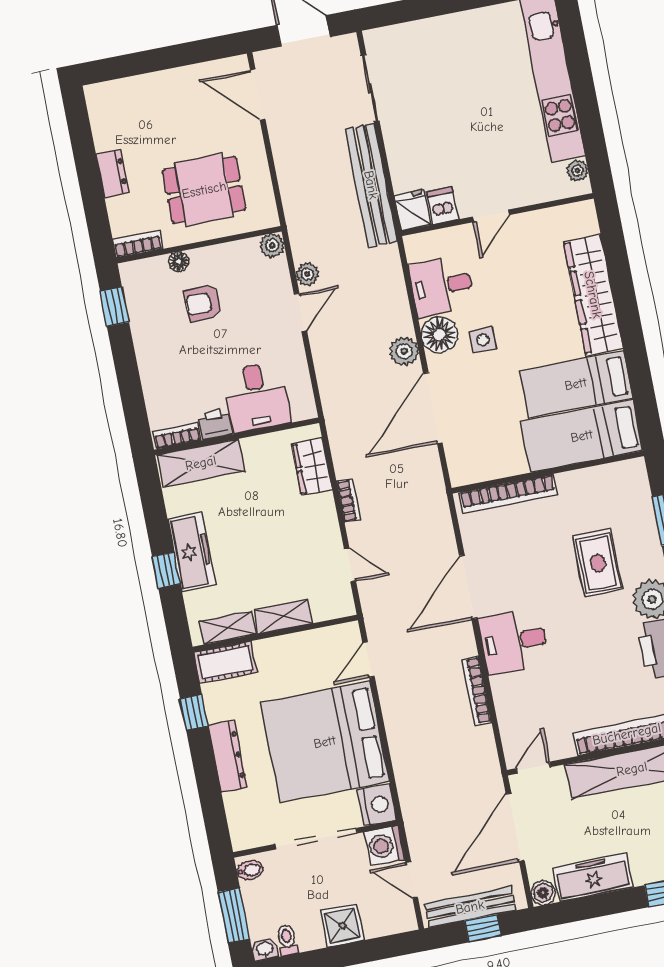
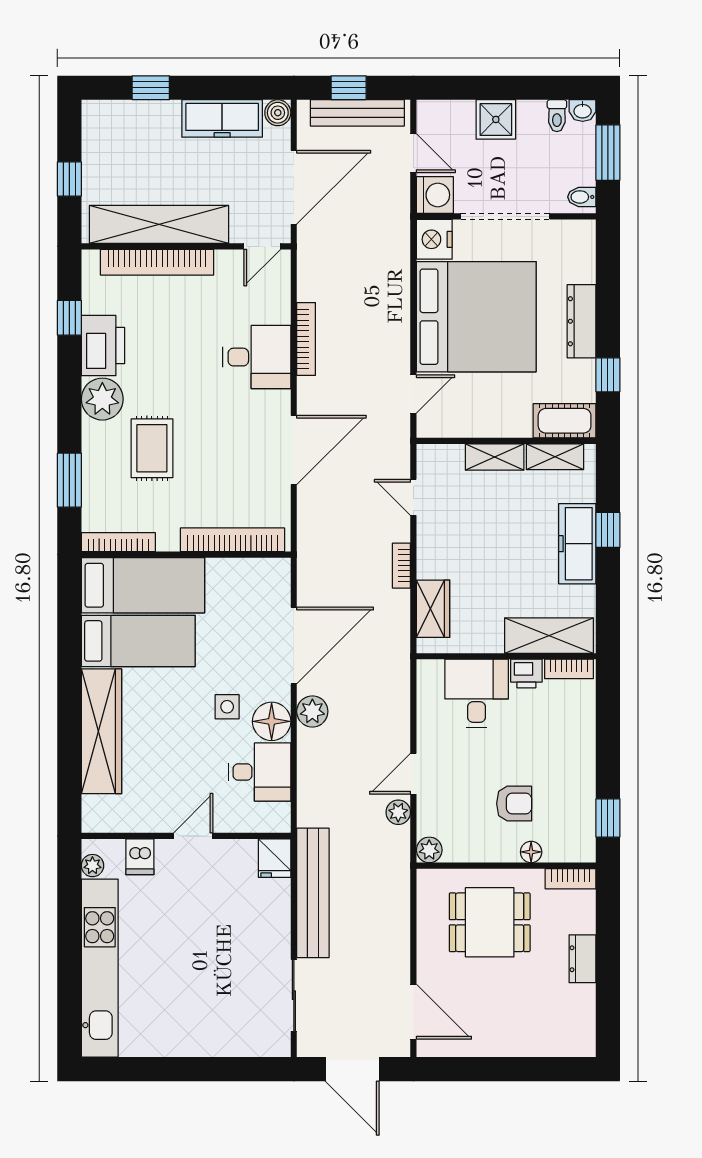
dishwasher: (442, 205) -> (140, 857), moved
bookcase: (612, 471) -> (118, 542), added
desk: (514, 641) -> (257, 357), moved

